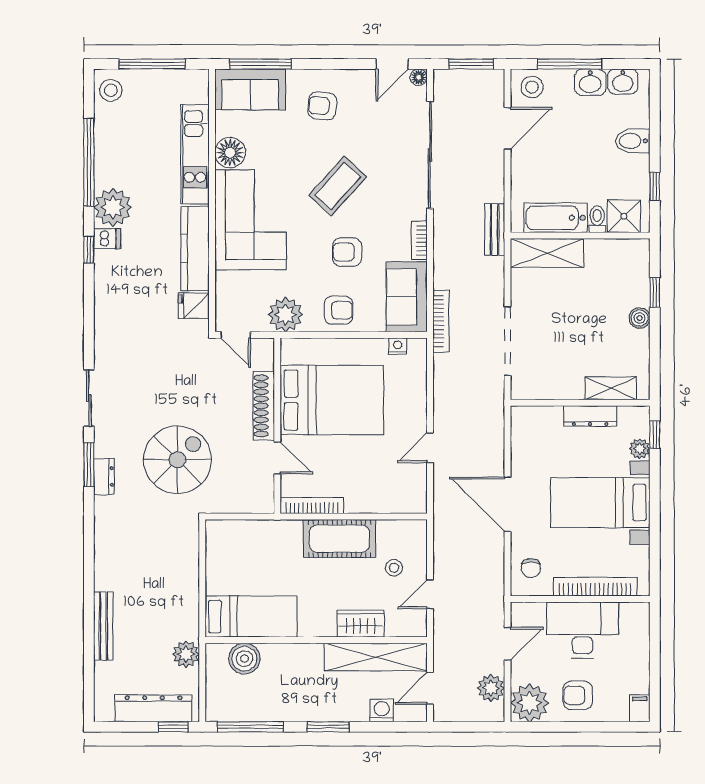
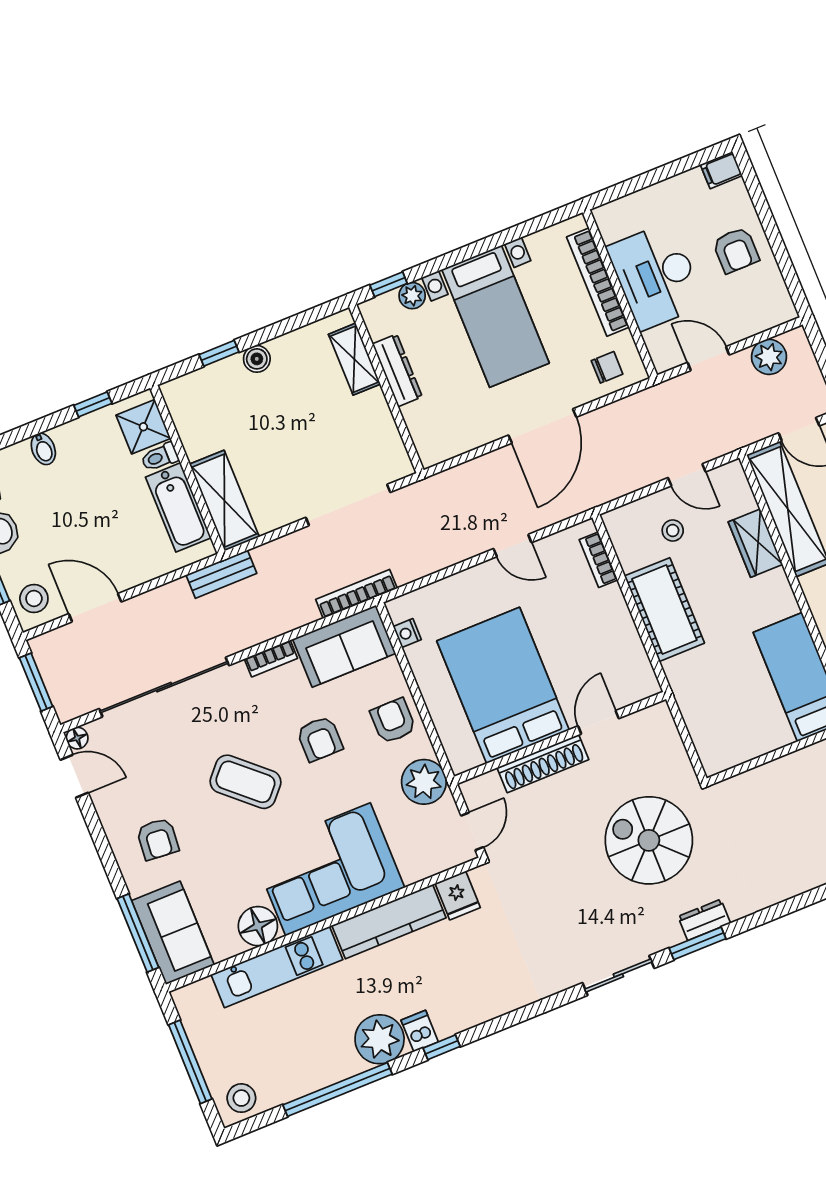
bidet: (633, 141) -> (43, 449), width x0.72, depth x0.74
bookcase: (312, 506) -> (598, 560), moved, width x0.64
plant: (529, 703) -> (768, 304), removed

